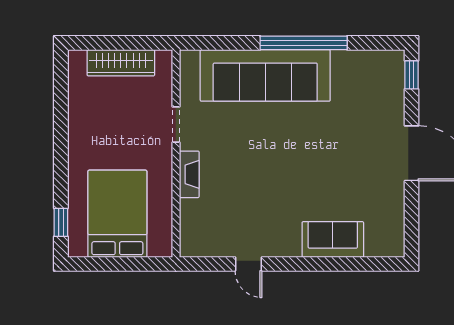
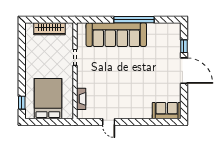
window: (412, 75) -> (184, 46), moved
fireplace: (189, 174) -> (81, 99), moved
sofa: (333, 240) -> (167, 111), moved

